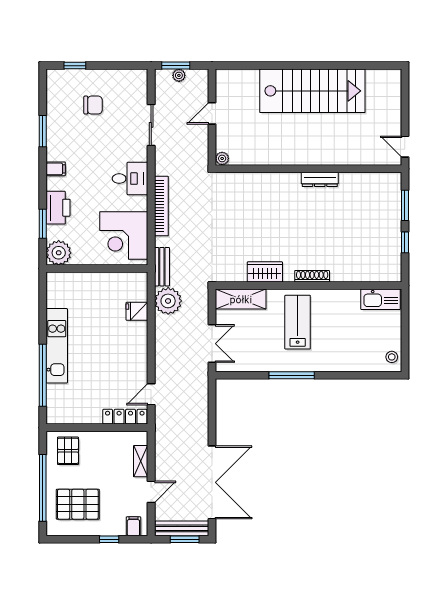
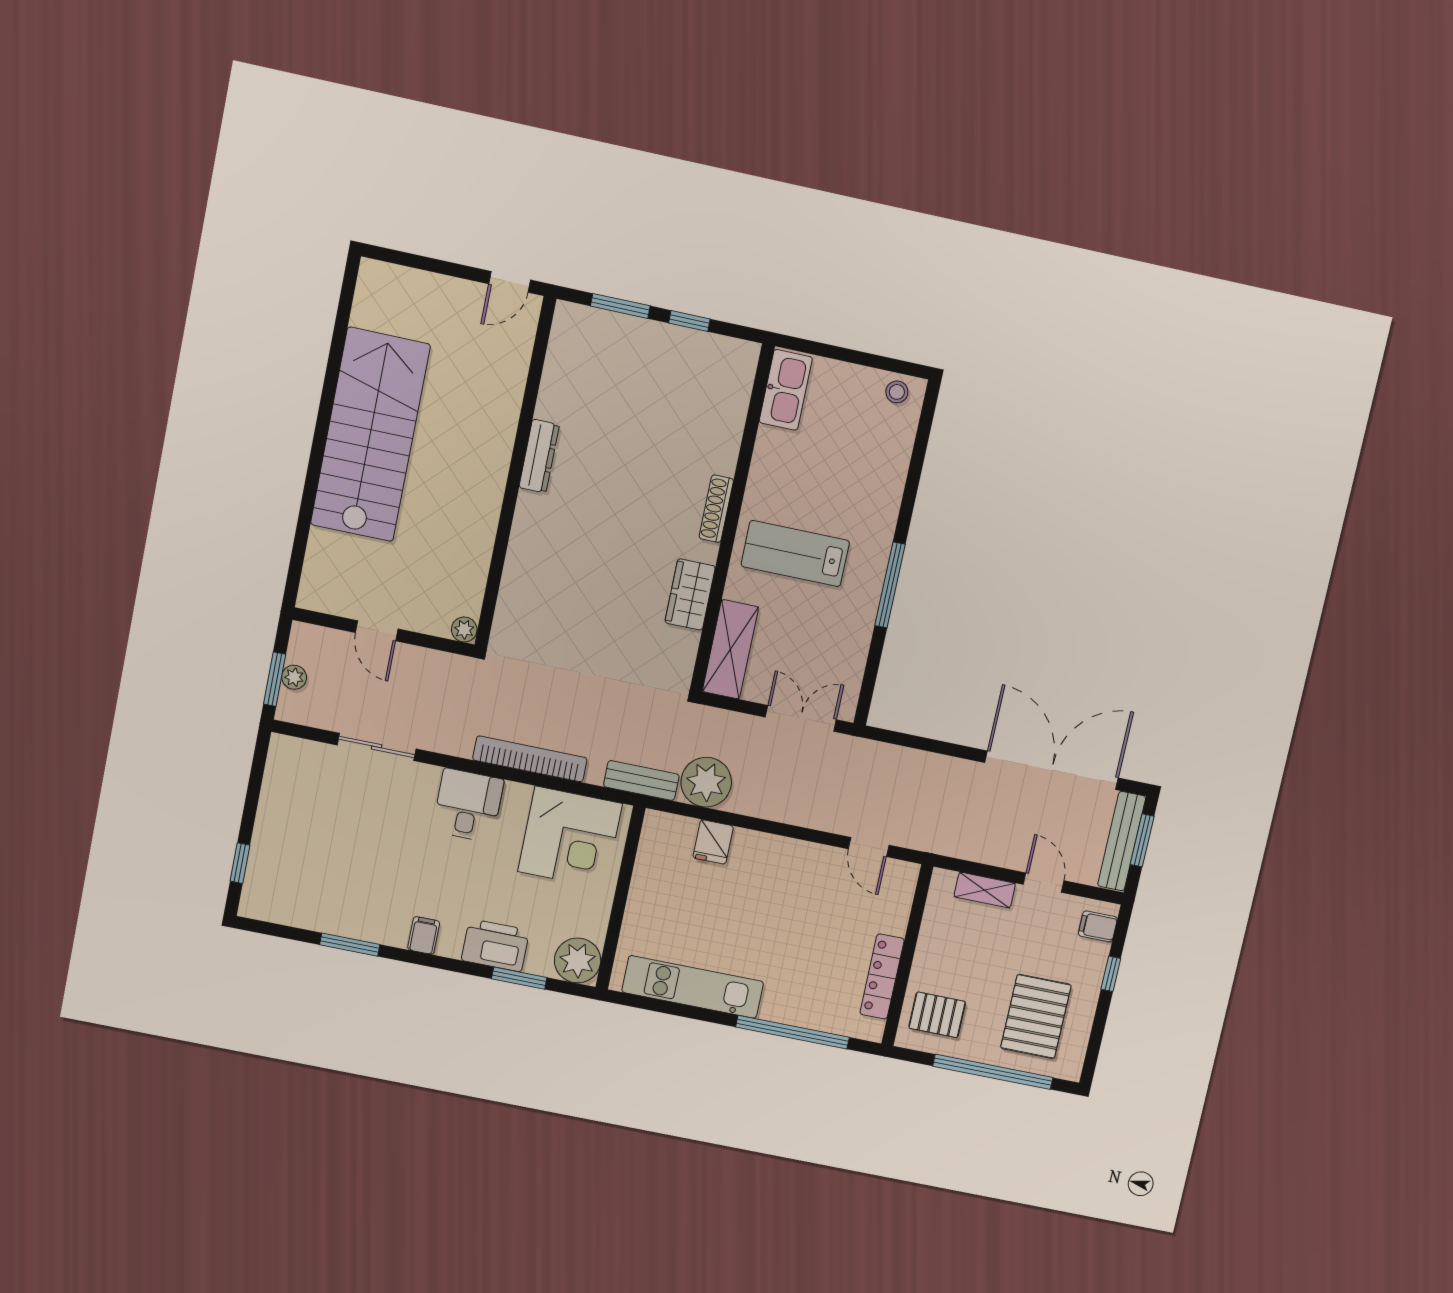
chair: (93, 105) -> (319, 845), removed
kitchen unit: (57, 346) -> (693, 987), moved
locker: (125, 417) -> (882, 976), moved

